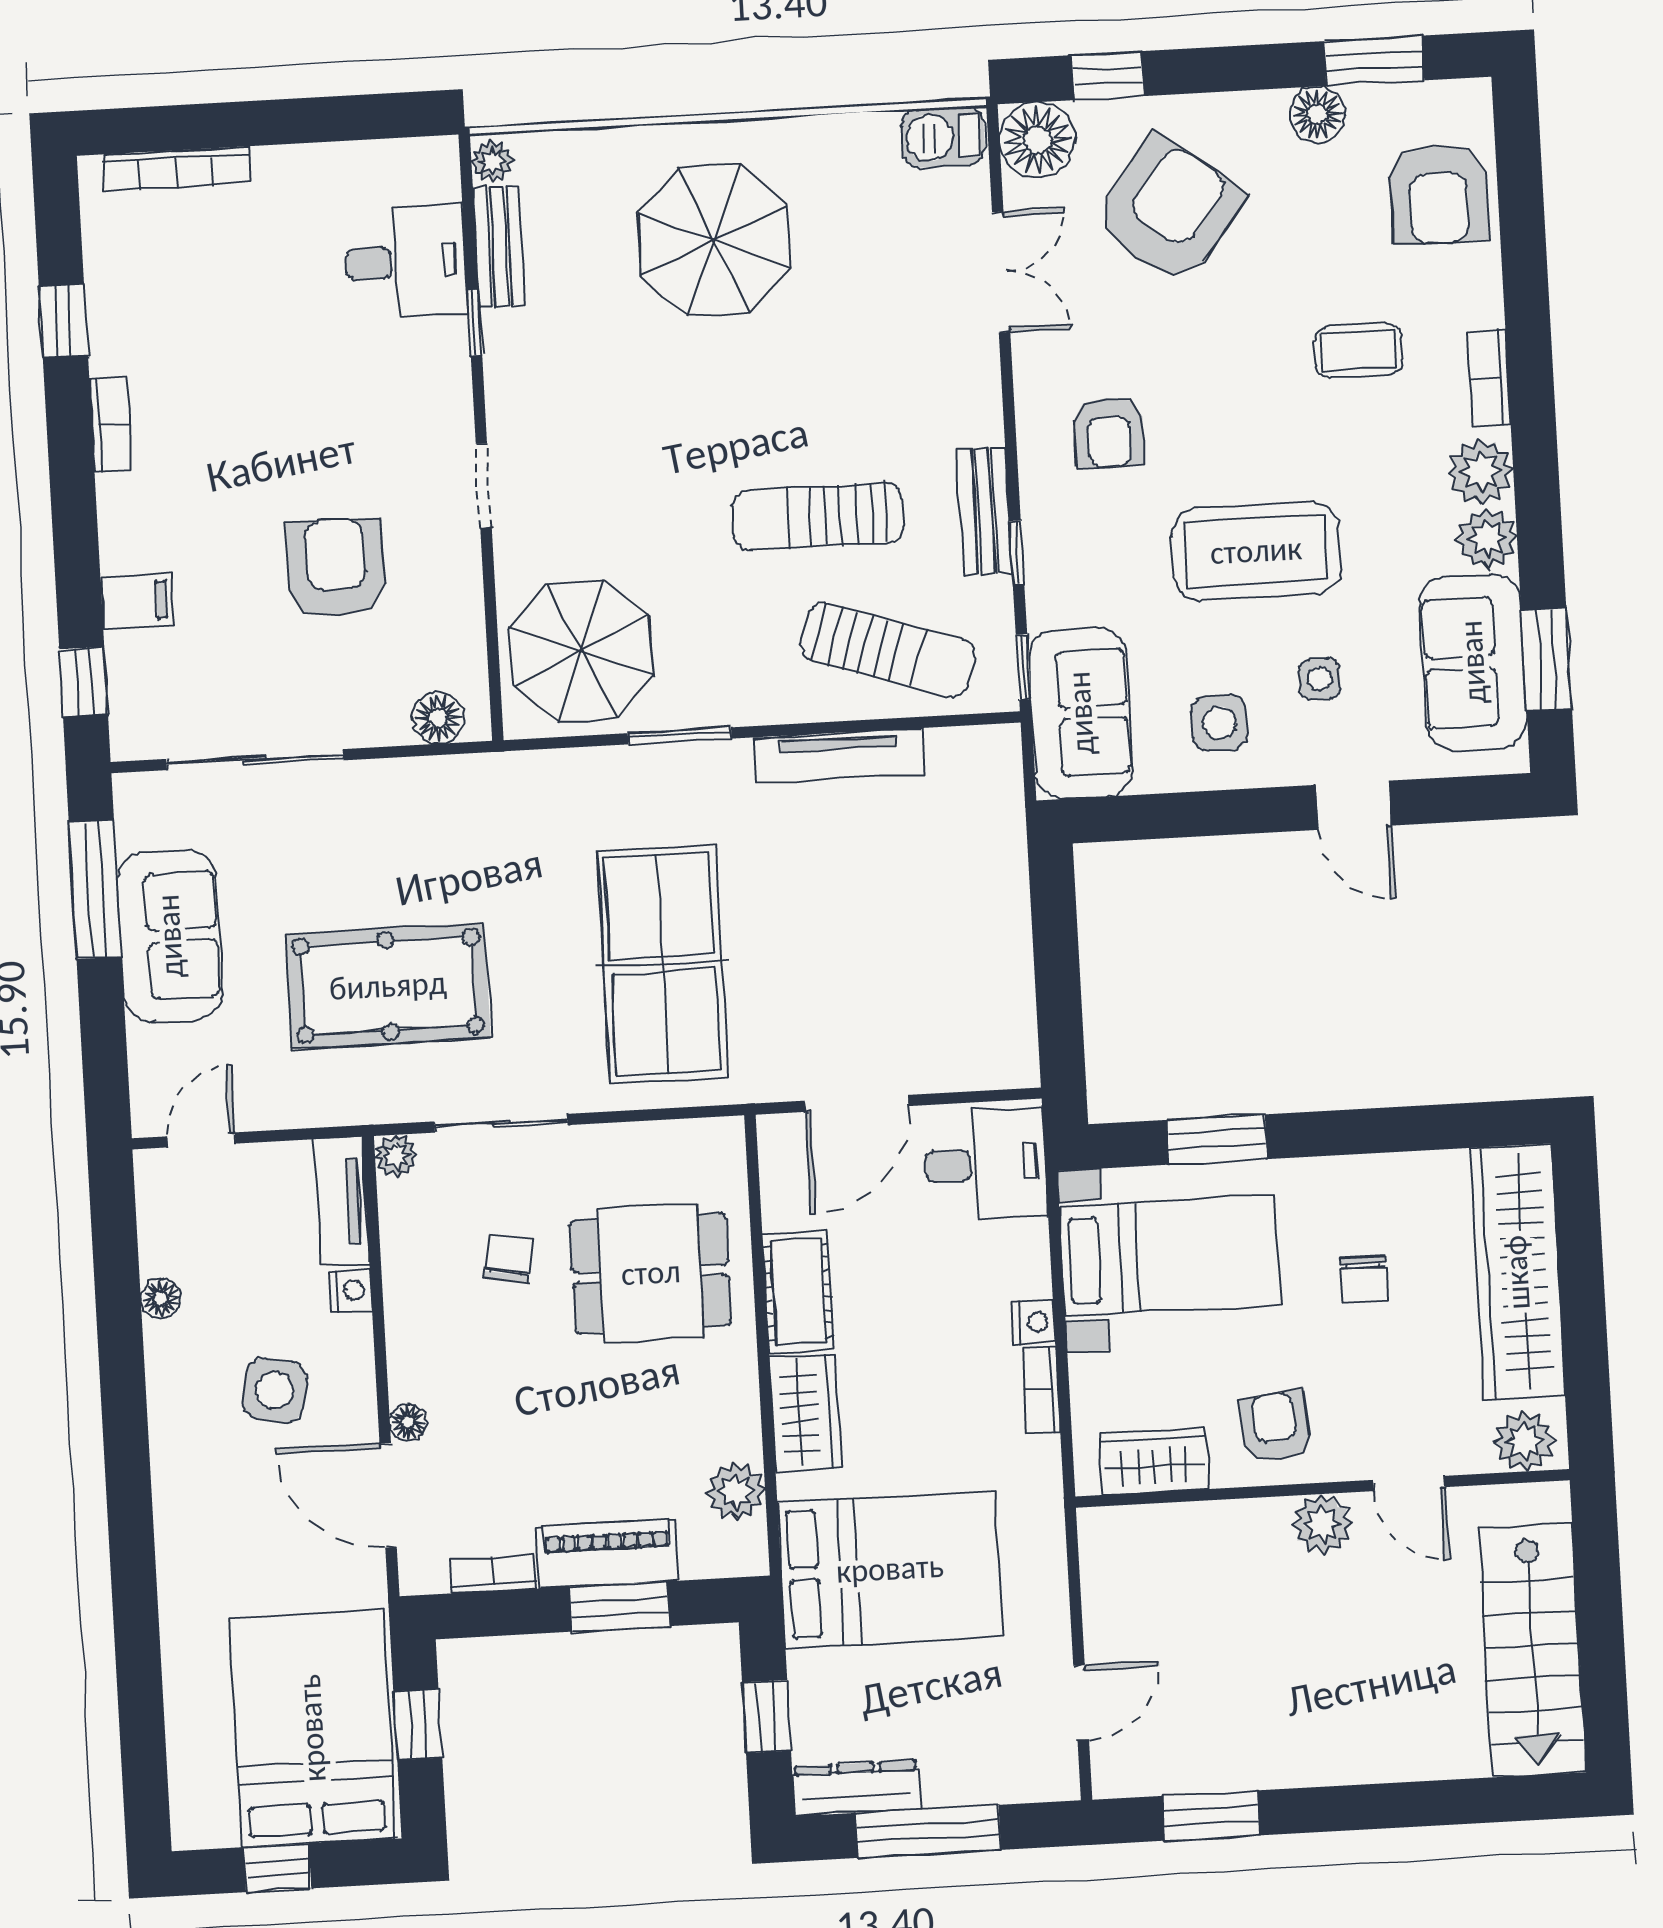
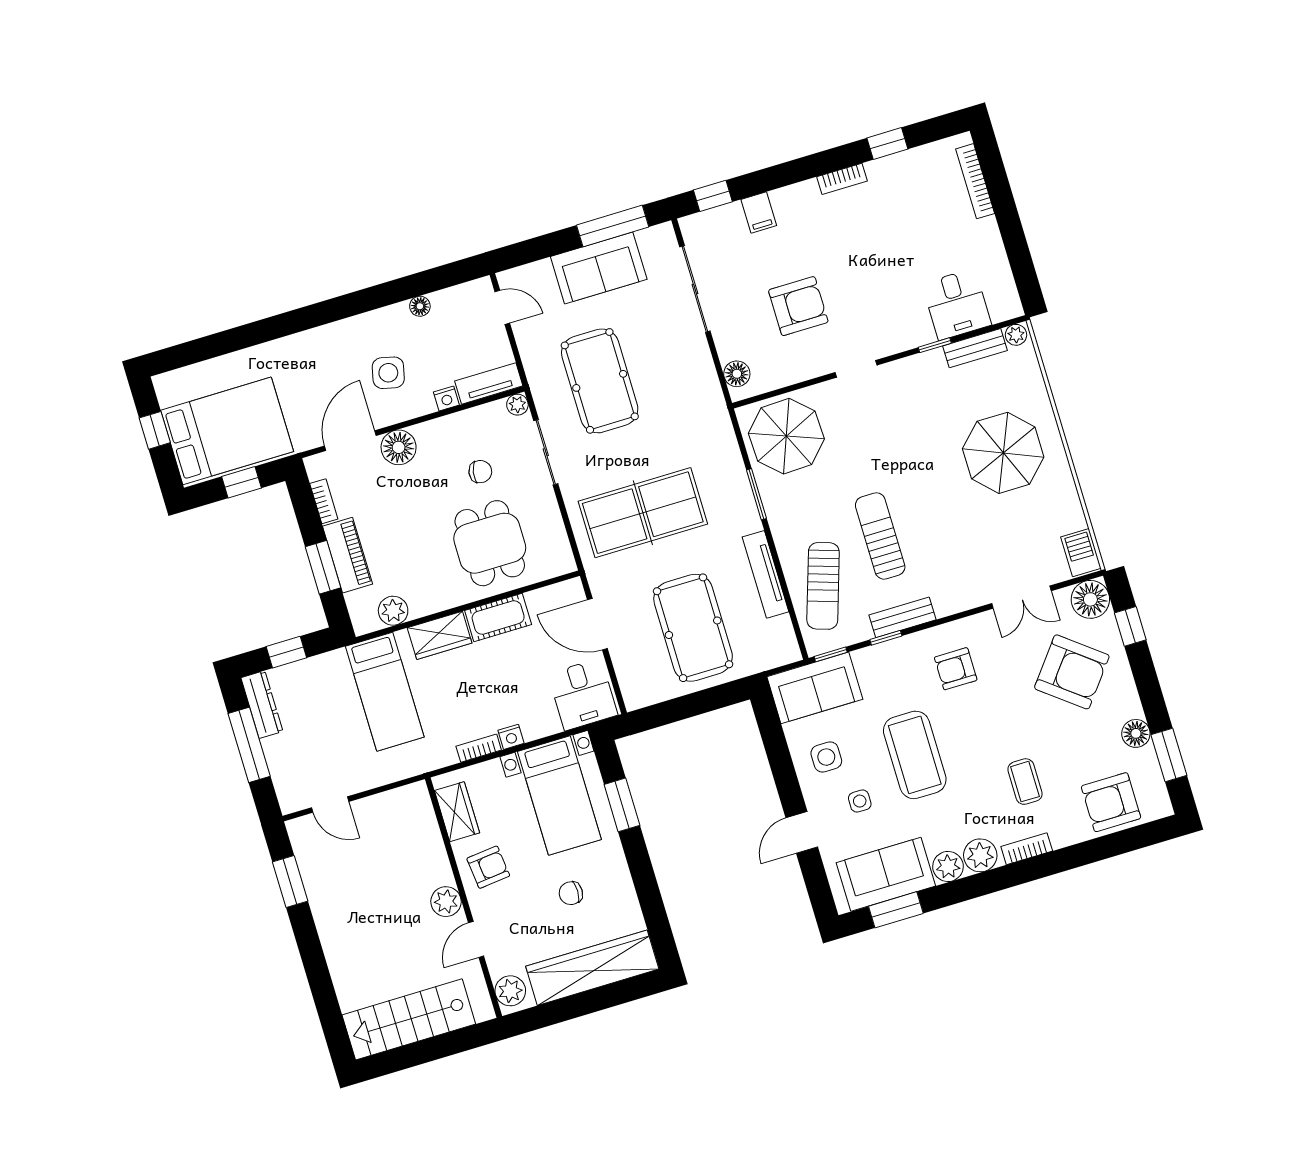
pool table: (908, 920) -> (693, 628), added
floor lamp: (408, 1422) -> (399, 447), width x1.89, depth x1.89
bed: (890, 1569) -> (385, 692), width x0.67

